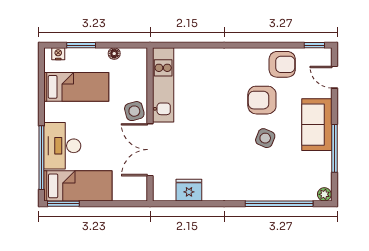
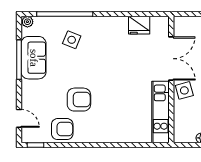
armchair: (282, 64) -> (62, 129), turned 180
sofa: (317, 125) -> (34, 58), moved
side table: (265, 138) -> (72, 40), moved

